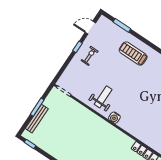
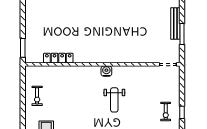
weight bench: (103, 97) -> (114, 100), moved

